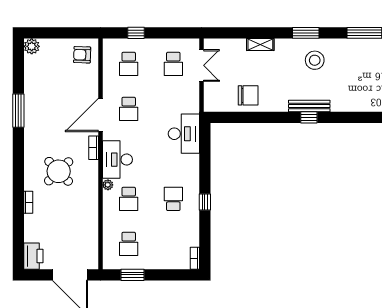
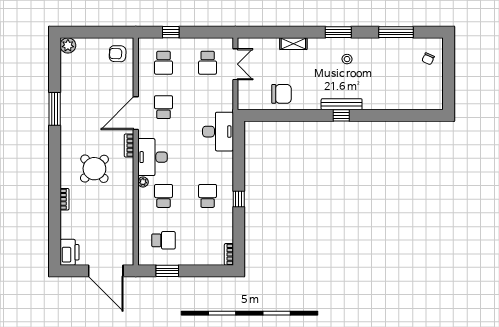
stool: (315, 60) -> (347, 59), width x0.53, depth x0.53
school desk: (129, 109) -> (164, 107), turned 180
school desk: (129, 199) -> (164, 196), turned 180
school desk: (129, 244) -> (164, 240), turned -90

